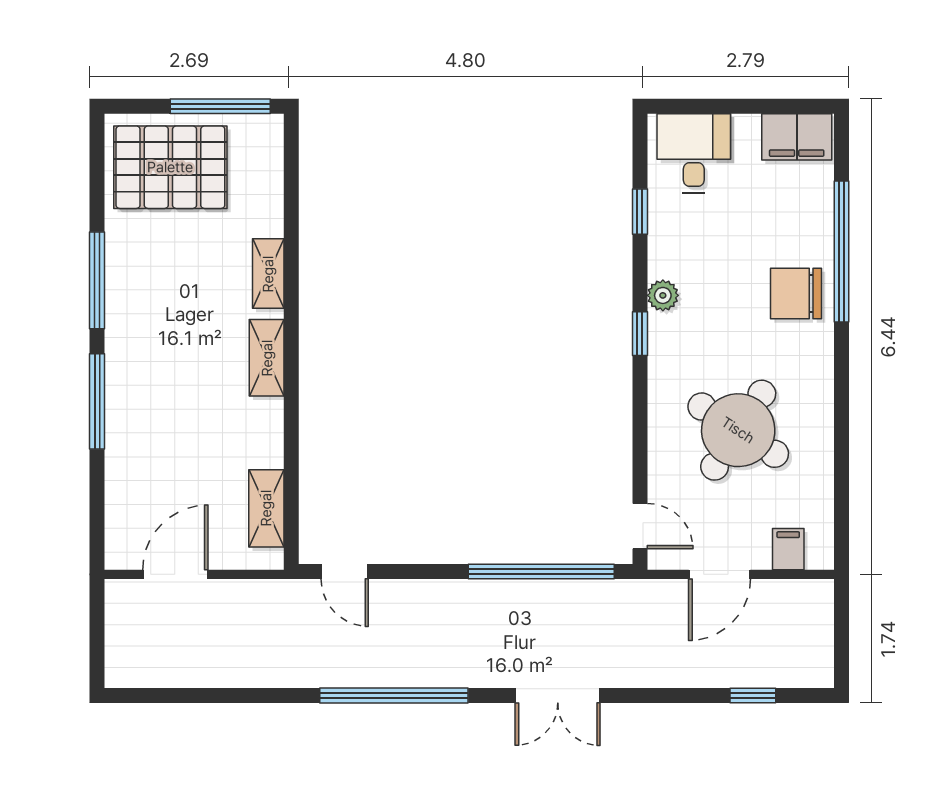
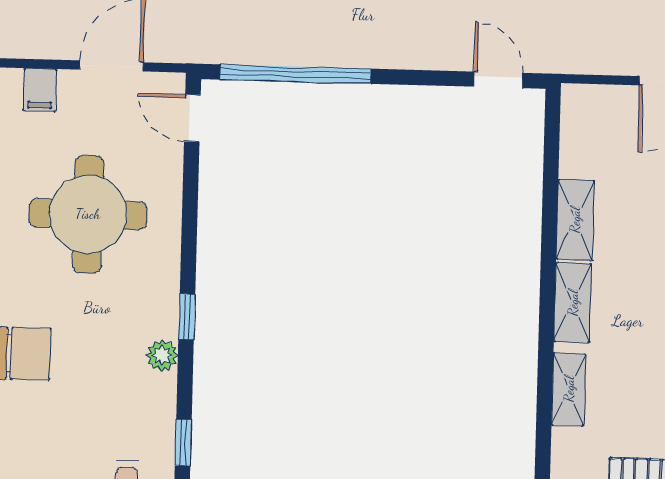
round table: (738, 430) -> (88, 214), turned -33
shelving: (266, 508) -> (575, 220), moved

